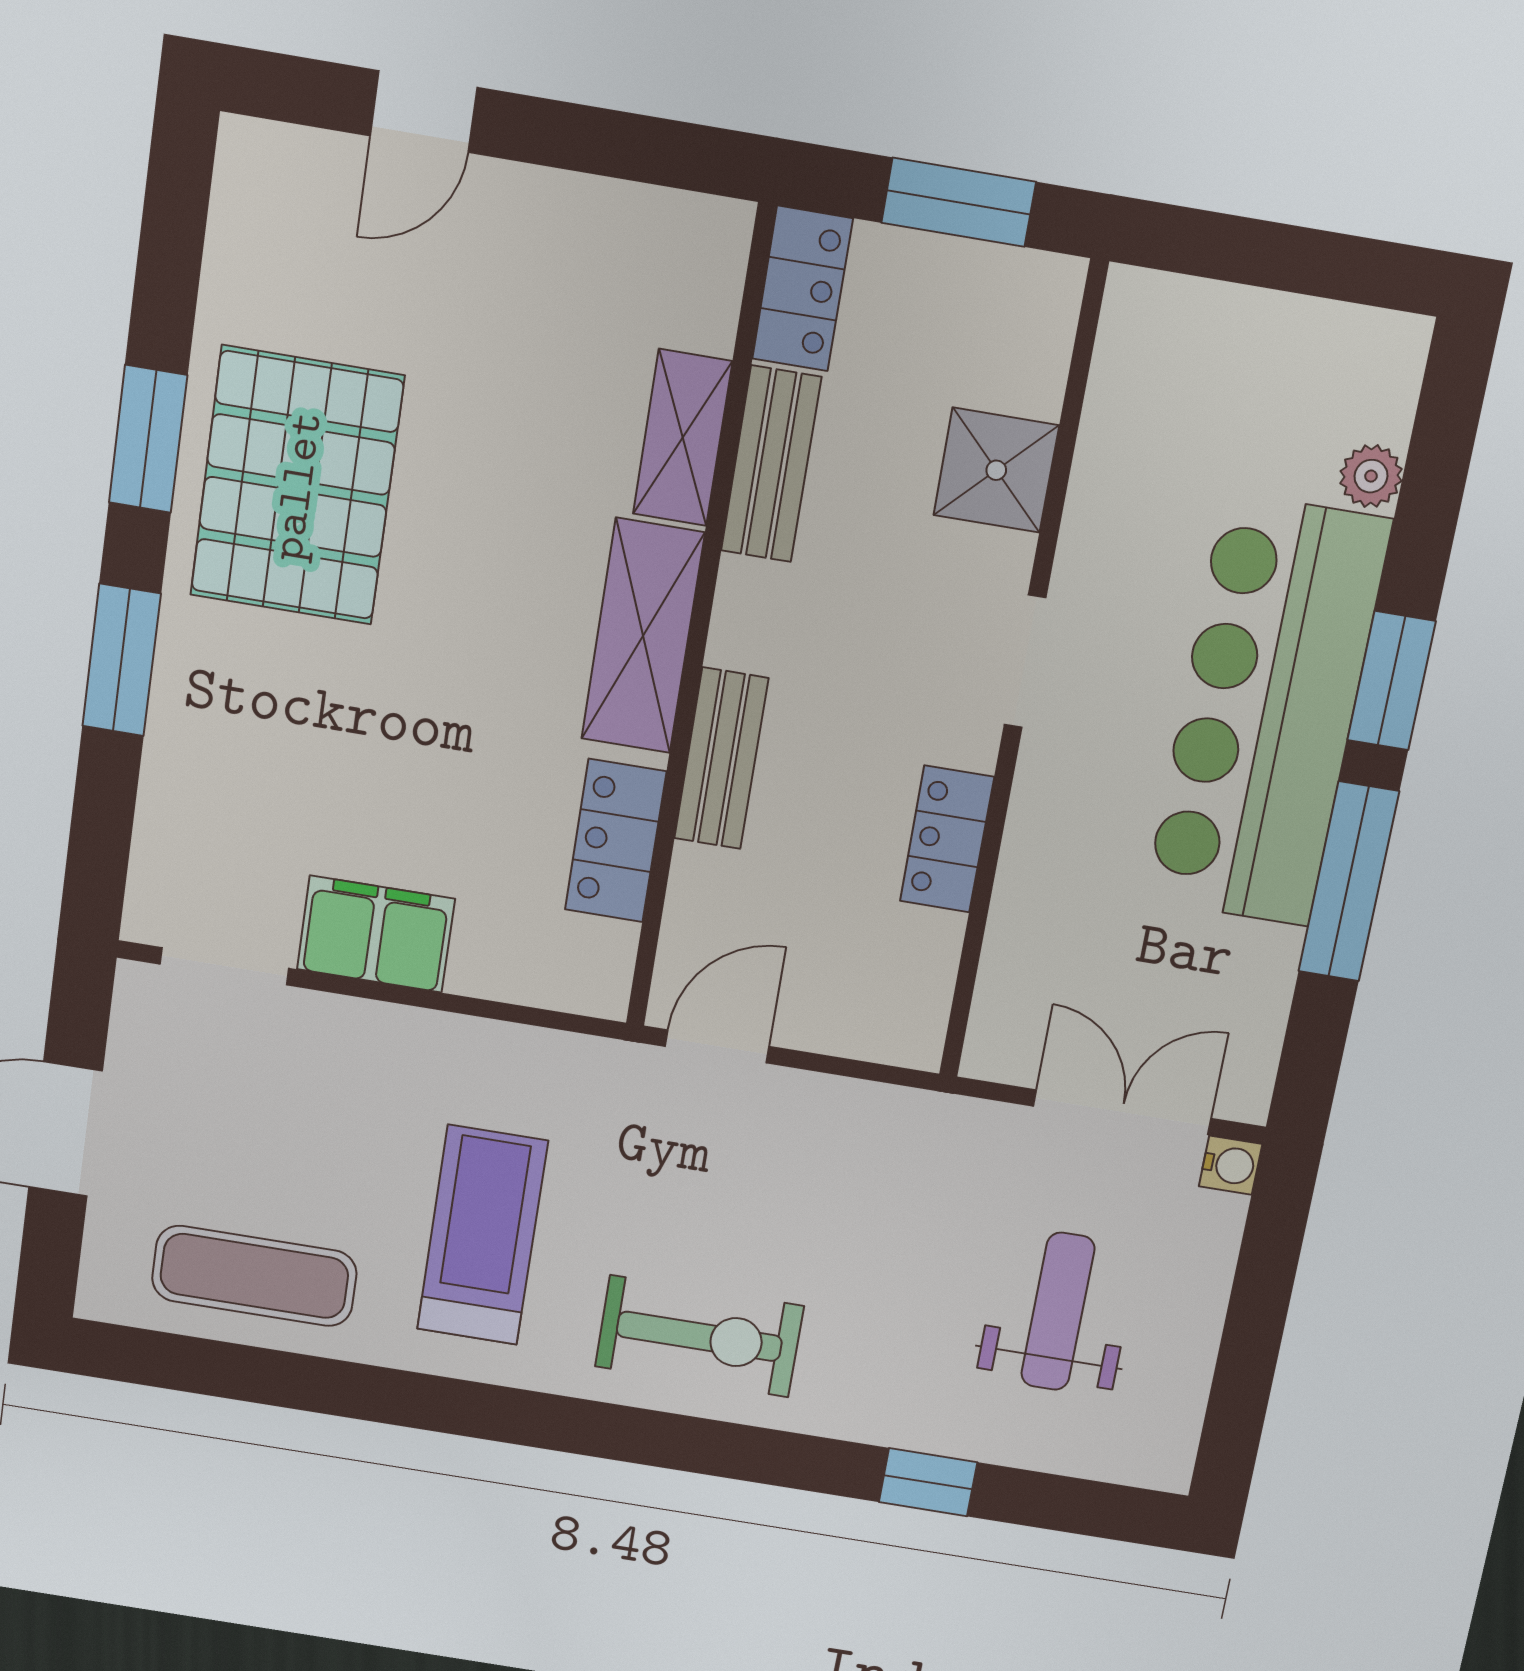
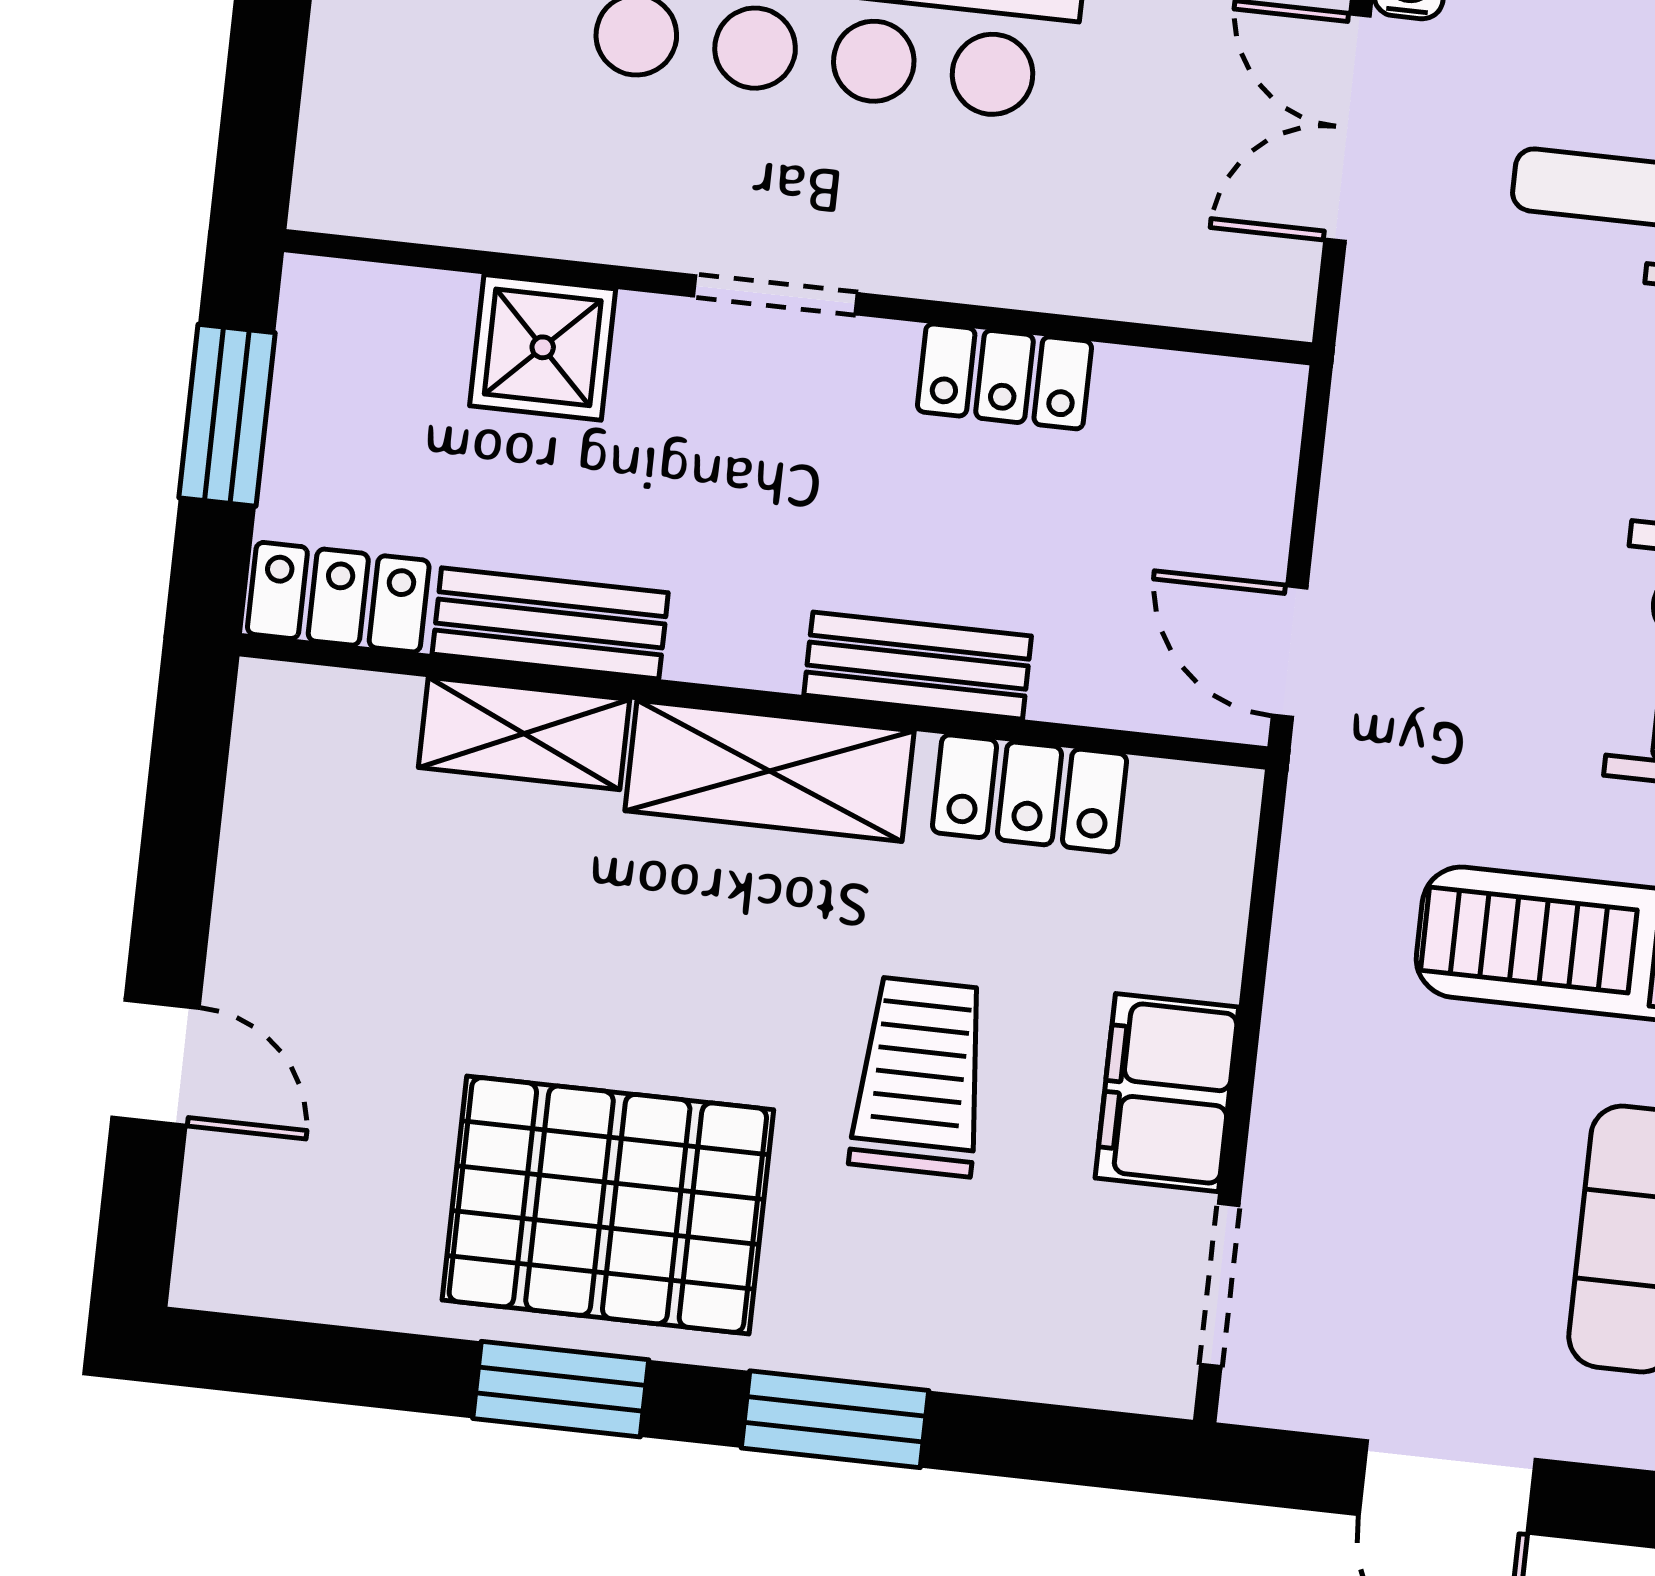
trolley: (394, 742) -> (920, 1077), added

